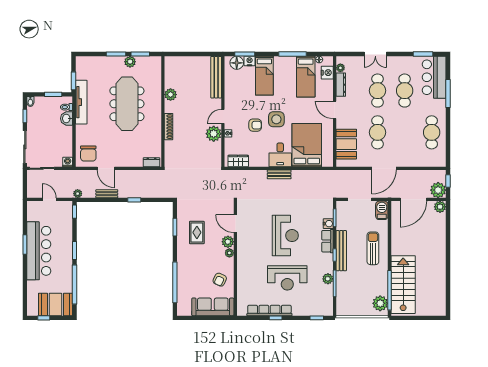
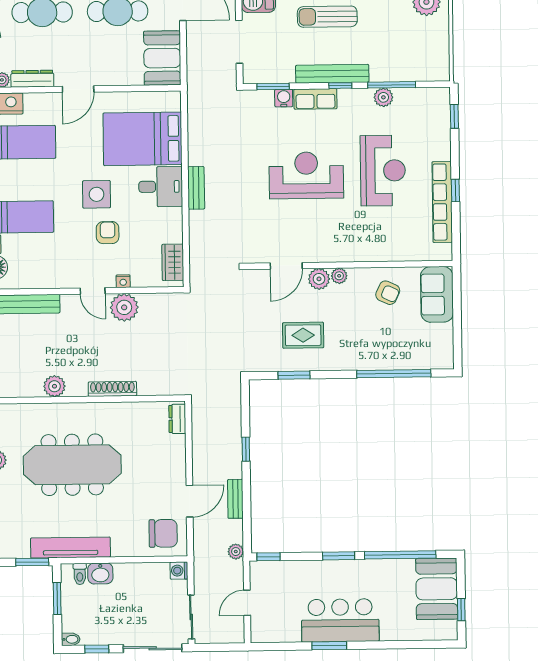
booth: (346, 144) -> (162, 58), moved, turned 90
bar counter: (39, 251) -> (340, 620), width x0.73
sofa: (213, 307) -> (437, 294), width x0.73

